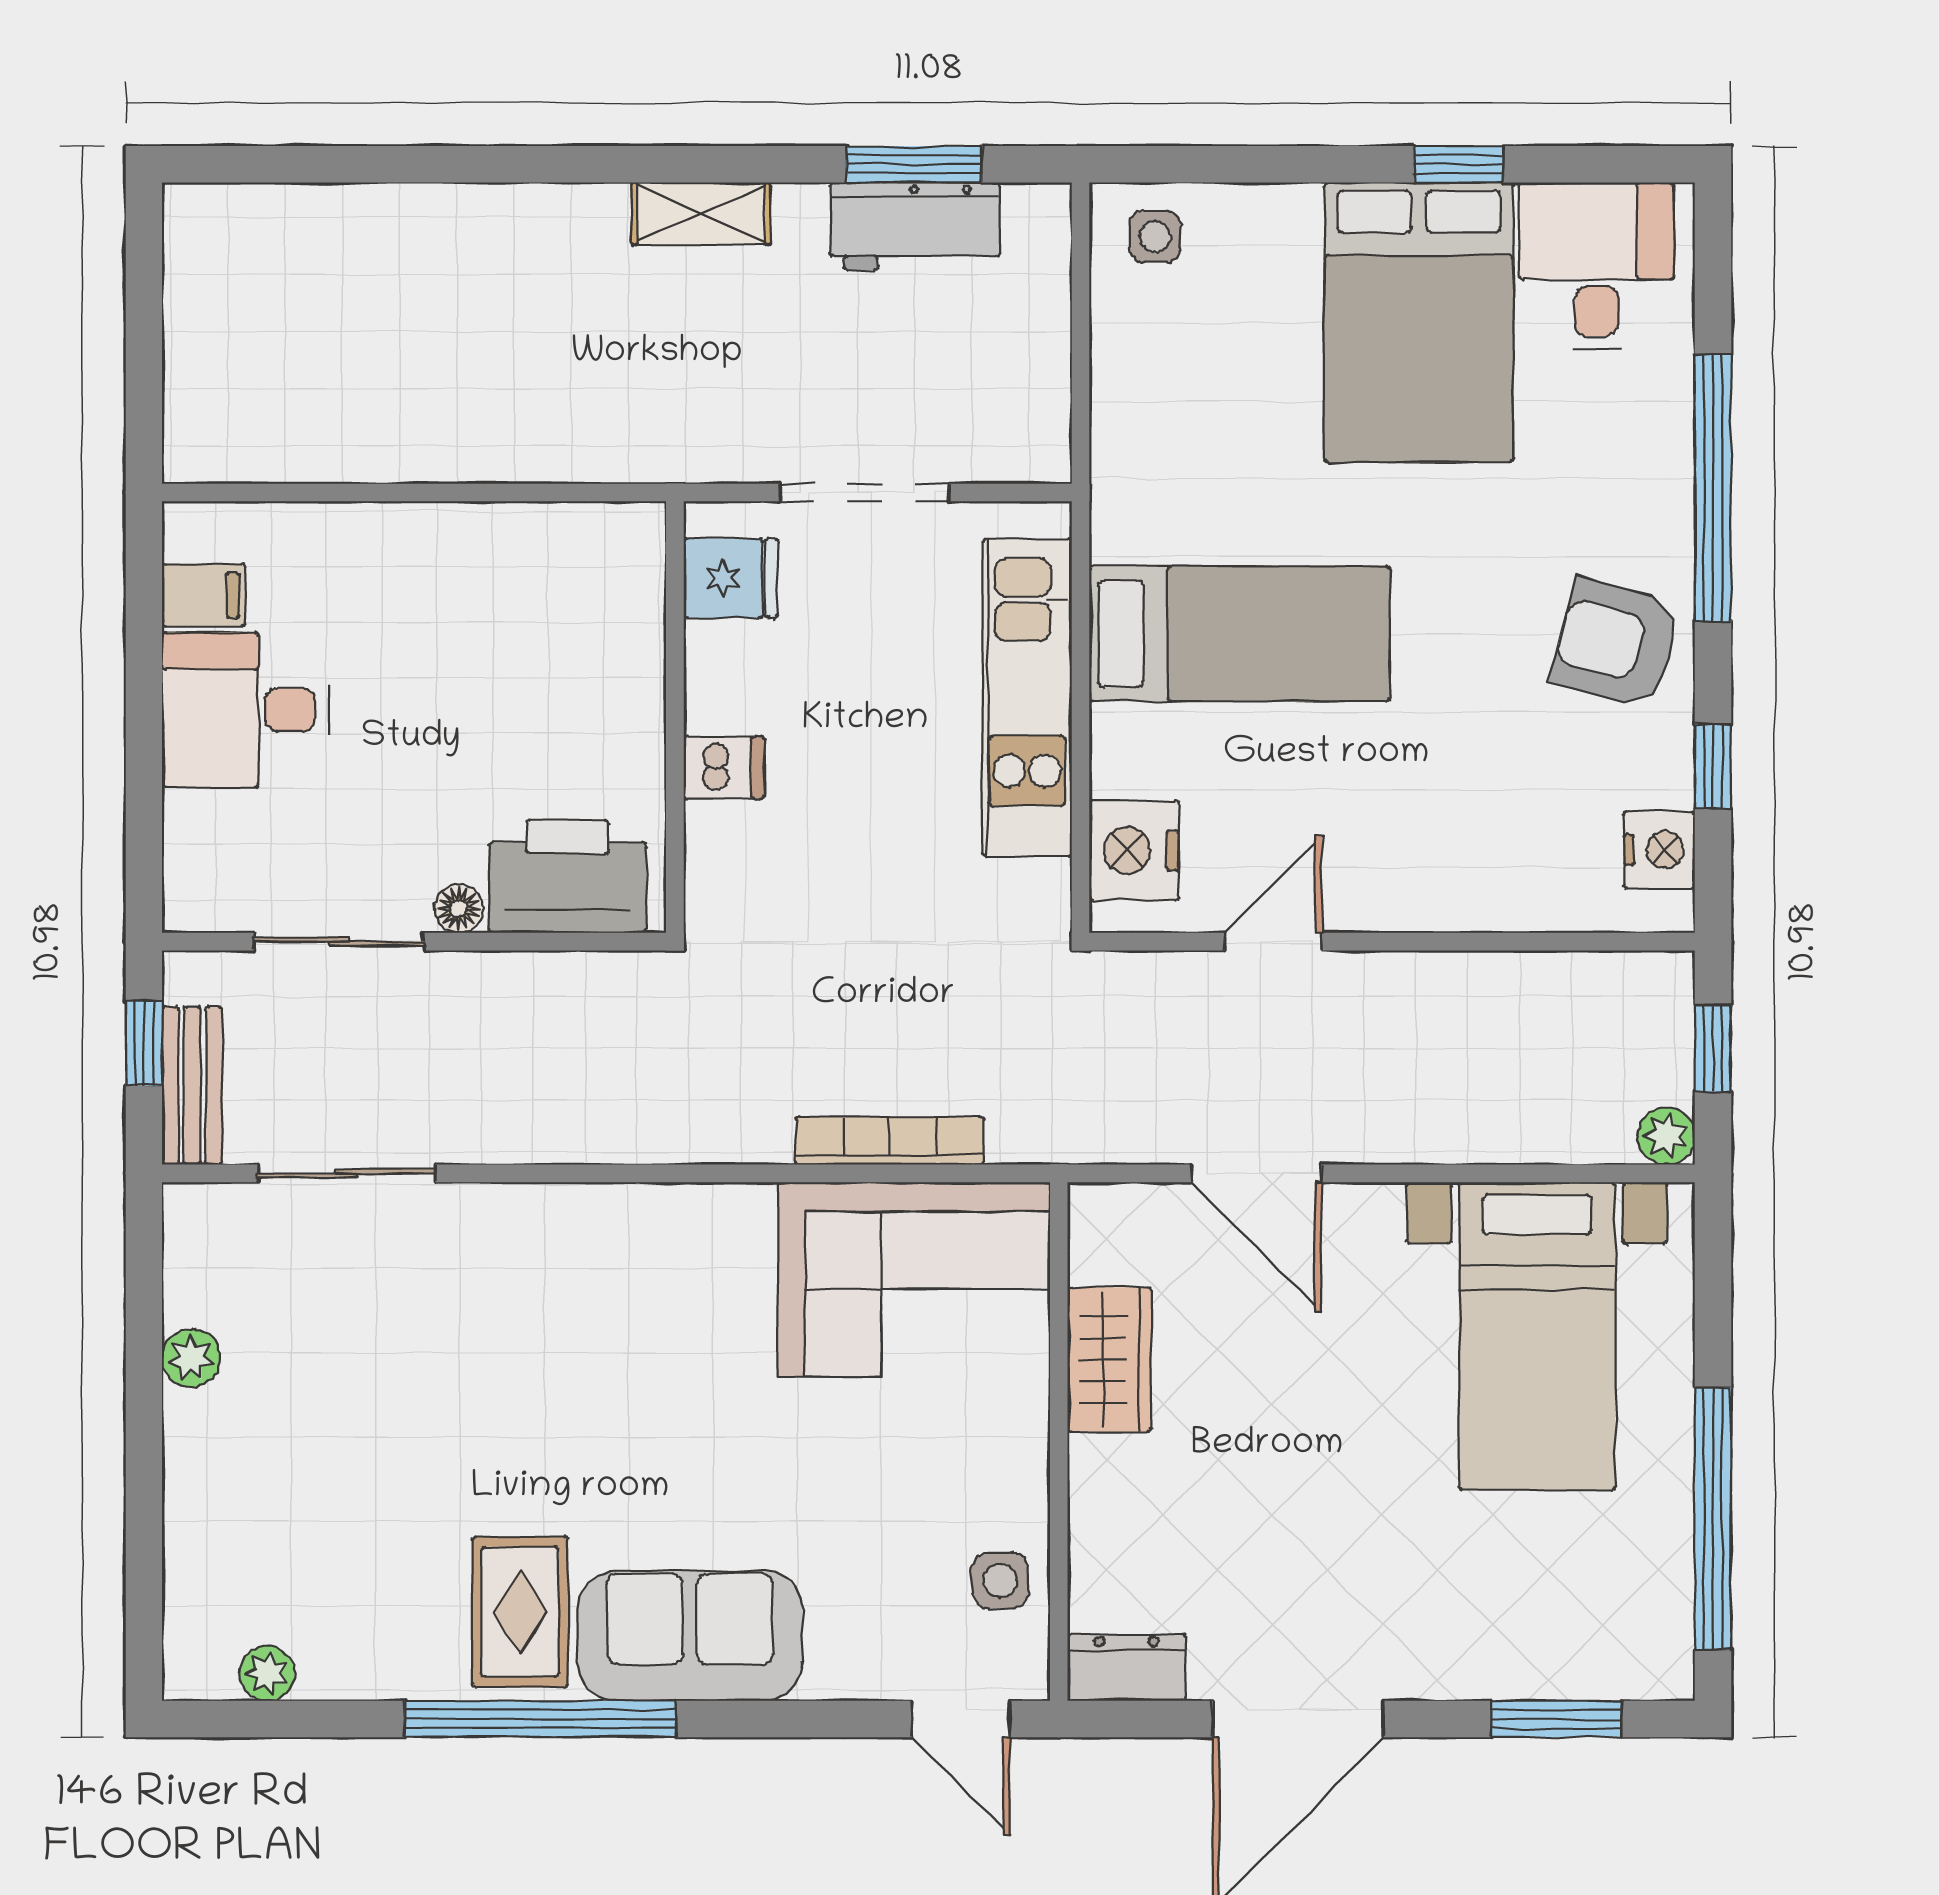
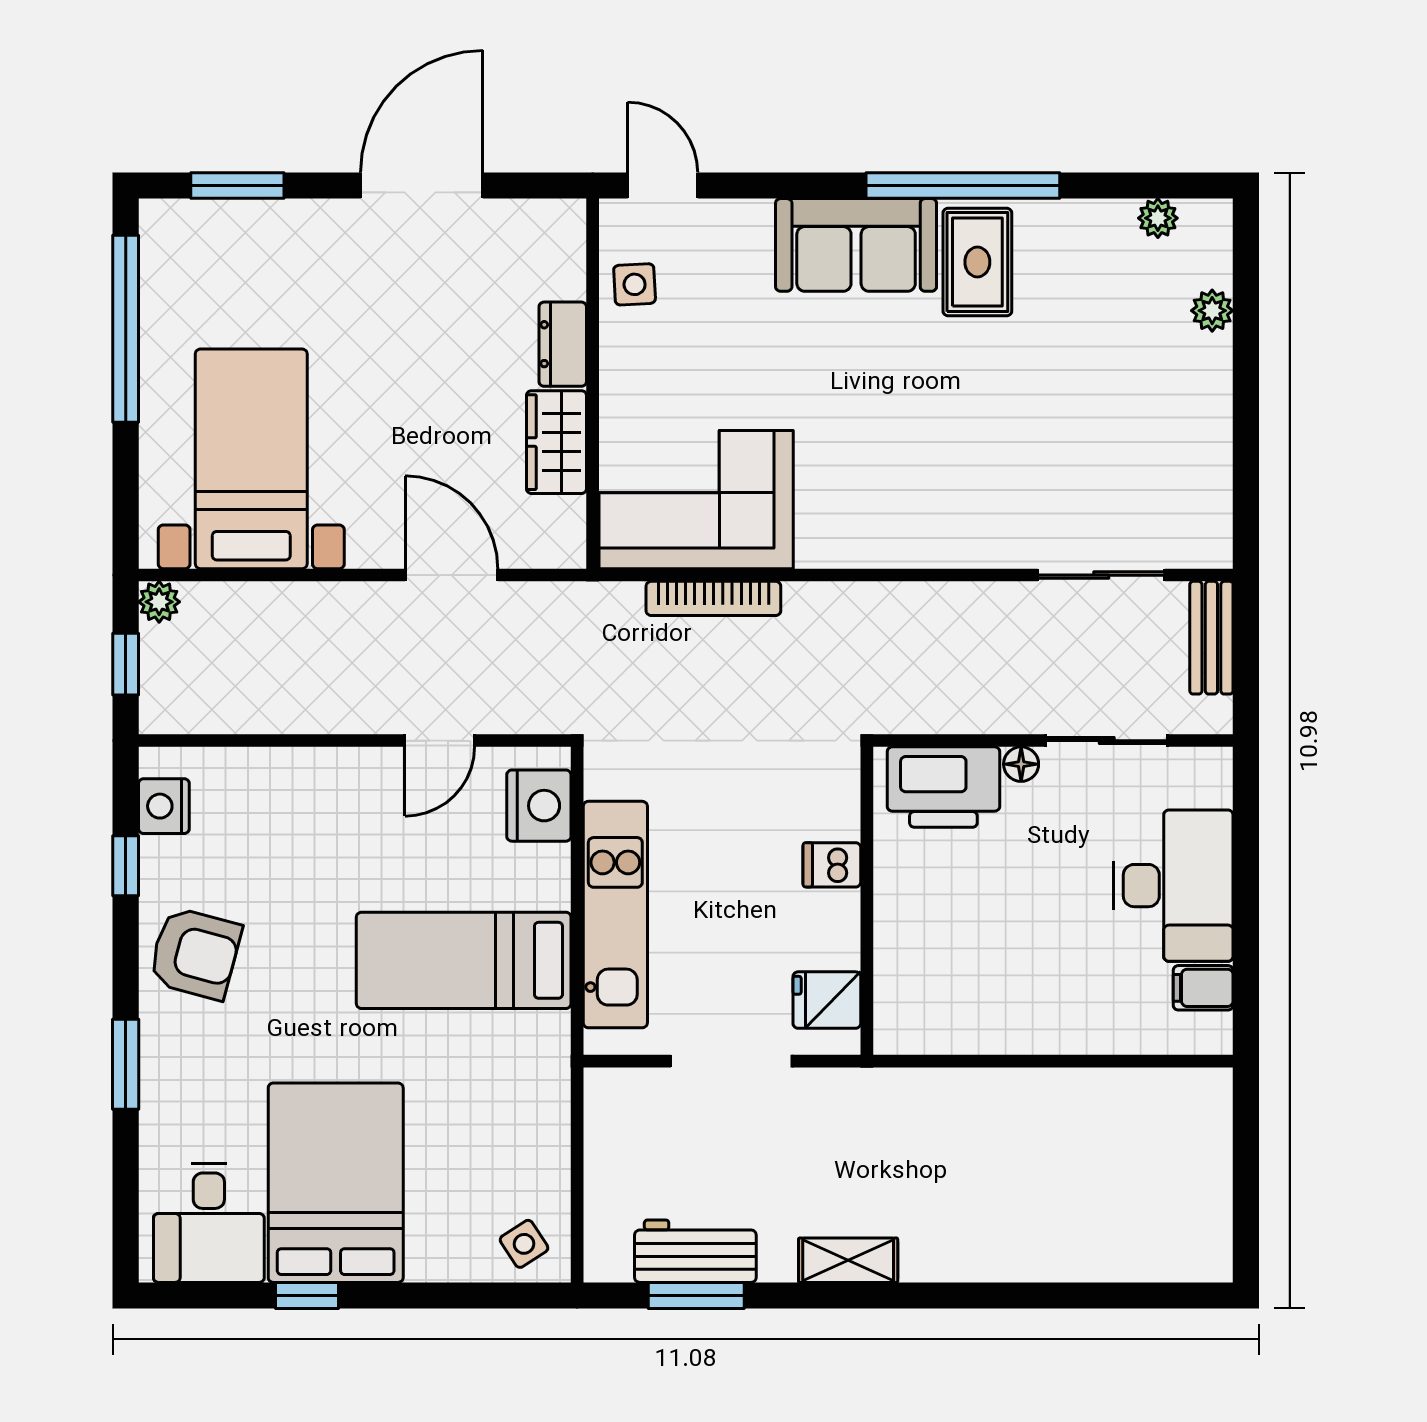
side table: (1155, 237) -> (524, 1244), turned -33
window: (1713, 488) -> (126, 1064), width x0.47
desk: (245, 710) -> (1173, 886), width x1.37
window: (144, 1043) -> (1246, 668), removed
plant: (191, 1358) -> (1212, 311), moved
dresser: (1127, 1668) -> (563, 344), moved, turned 90

